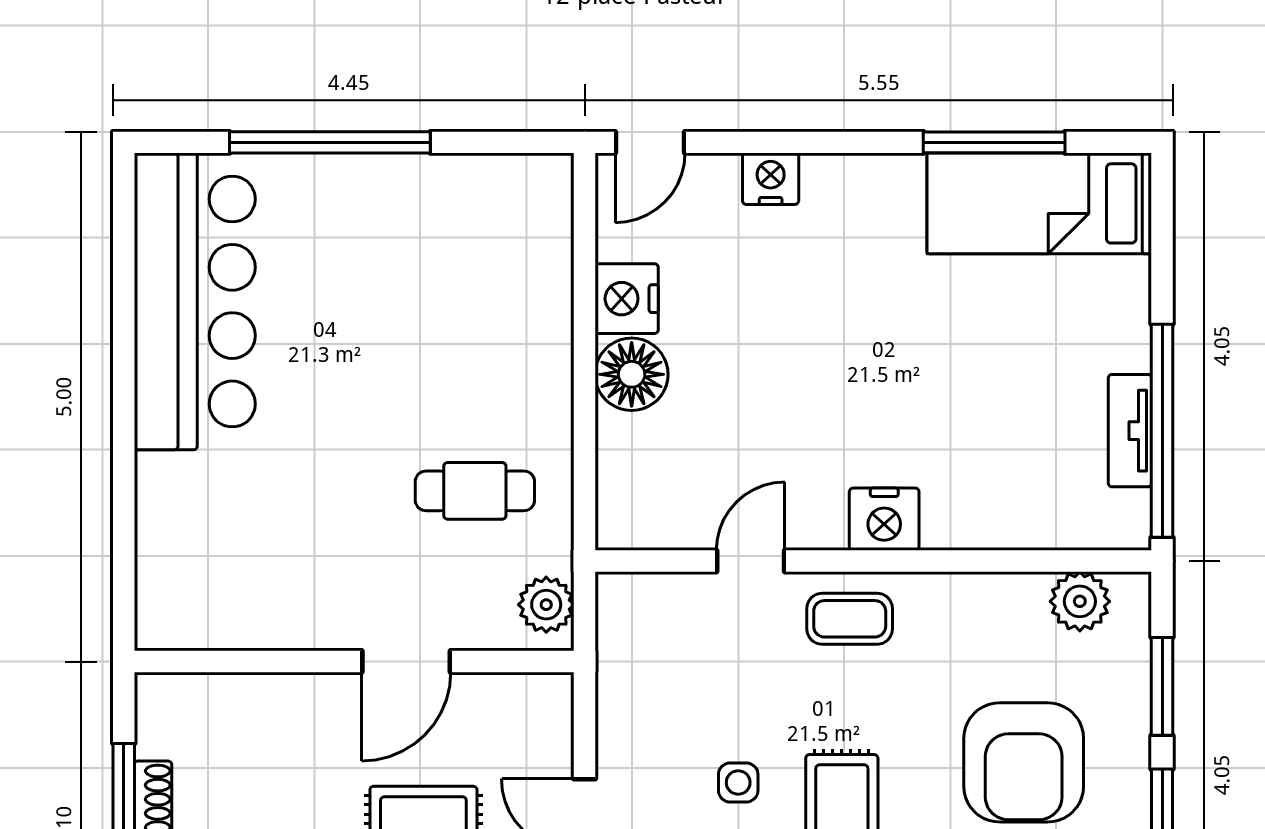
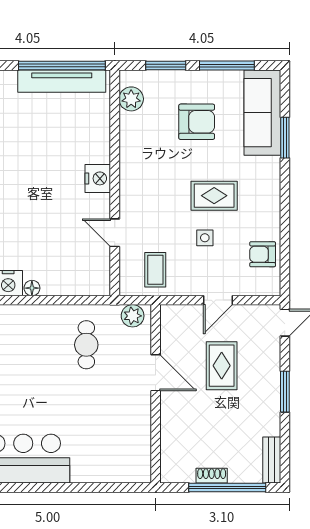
floor lamp: (632, 374) -> (32, 288), width x0.53, depth x0.53
tv unit: (1130, 431) -> (62, 81), width x1.92, depth x1.29
coffee table: (850, 619) -> (155, 270), moved
armchair: (1024, 762) -> (197, 122), width x0.73, depth x0.73

